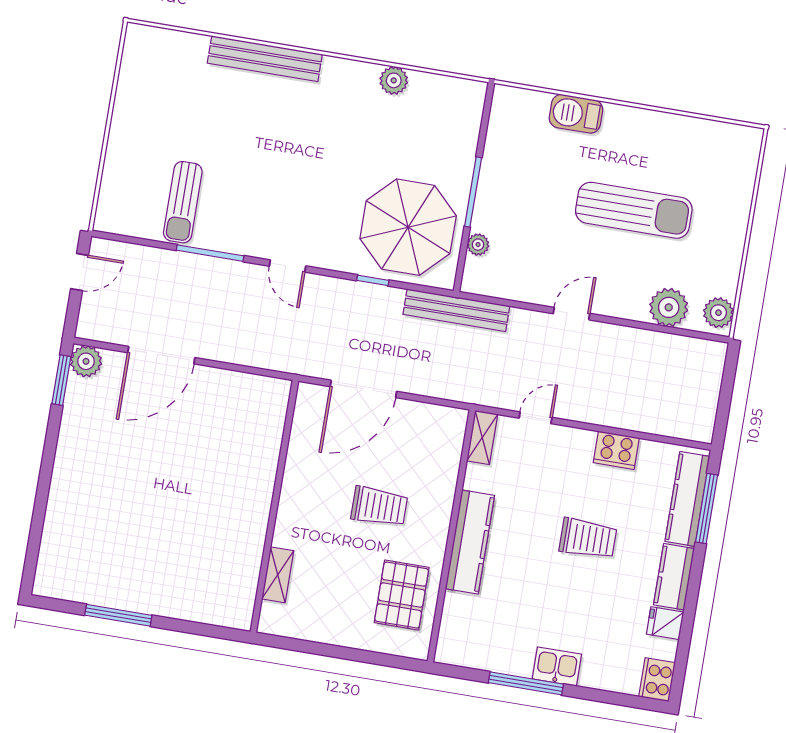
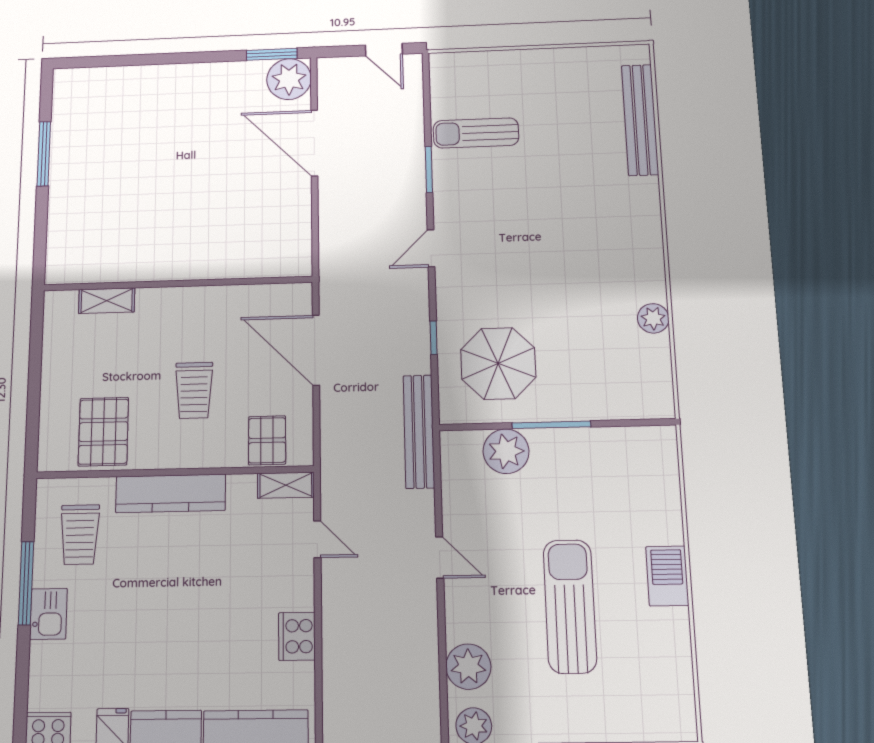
bench: (265, 59) -> (640, 120), moved
barbecue: (576, 114) -> (667, 576), moved
sun lounger: (634, 210) -> (570, 606), turned 180
parasol: (408, 227) -> (498, 363), width x0.73, depth x0.73
plant: (478, 245) -> (506, 451), width x1.87, depth x1.87
window: (210, 253) -> (429, 170), width x0.69
plant: (86, 361) -> (289, 79), width x1.36, depth x1.36
pallet: (438, 447) -> (267, 440), added
trolley: (588, 538) -> (80, 535), moved
pallet: (402, 595) -> (103, 432), turned 90

